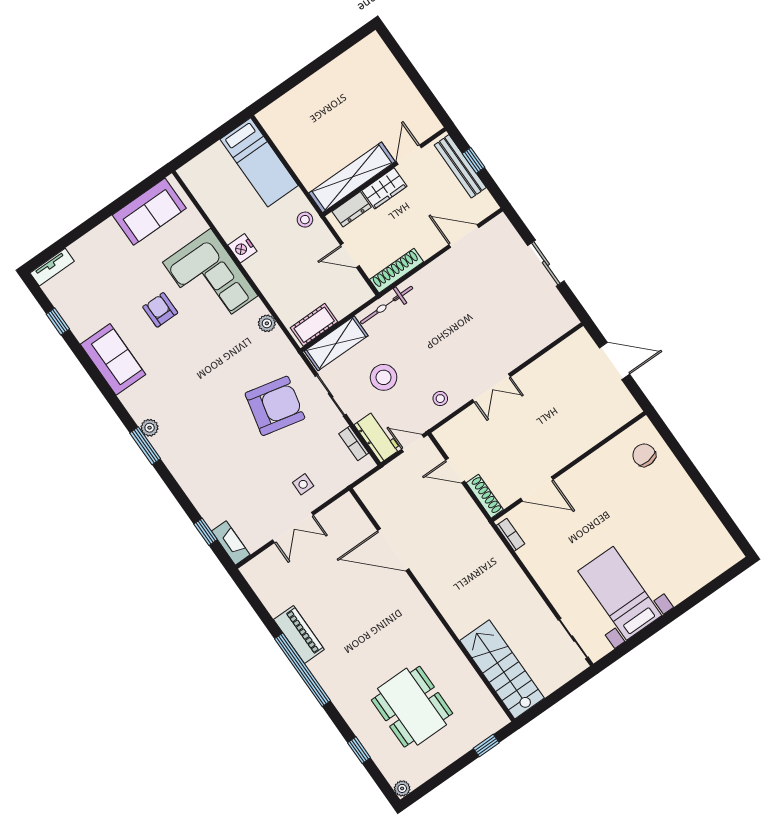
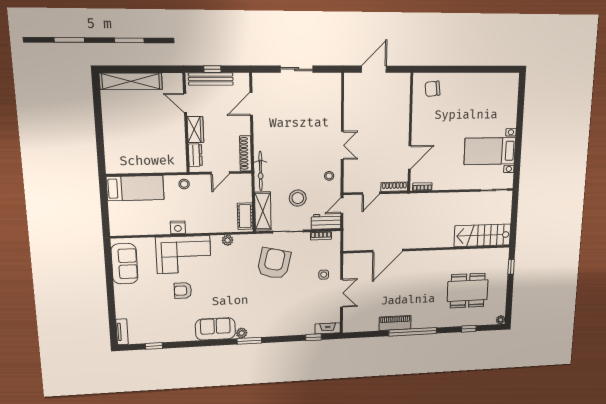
shelving: (352, 177) -> (131, 81), moved, turned 90
sofa: (113, 359) -> (215, 329), moved

